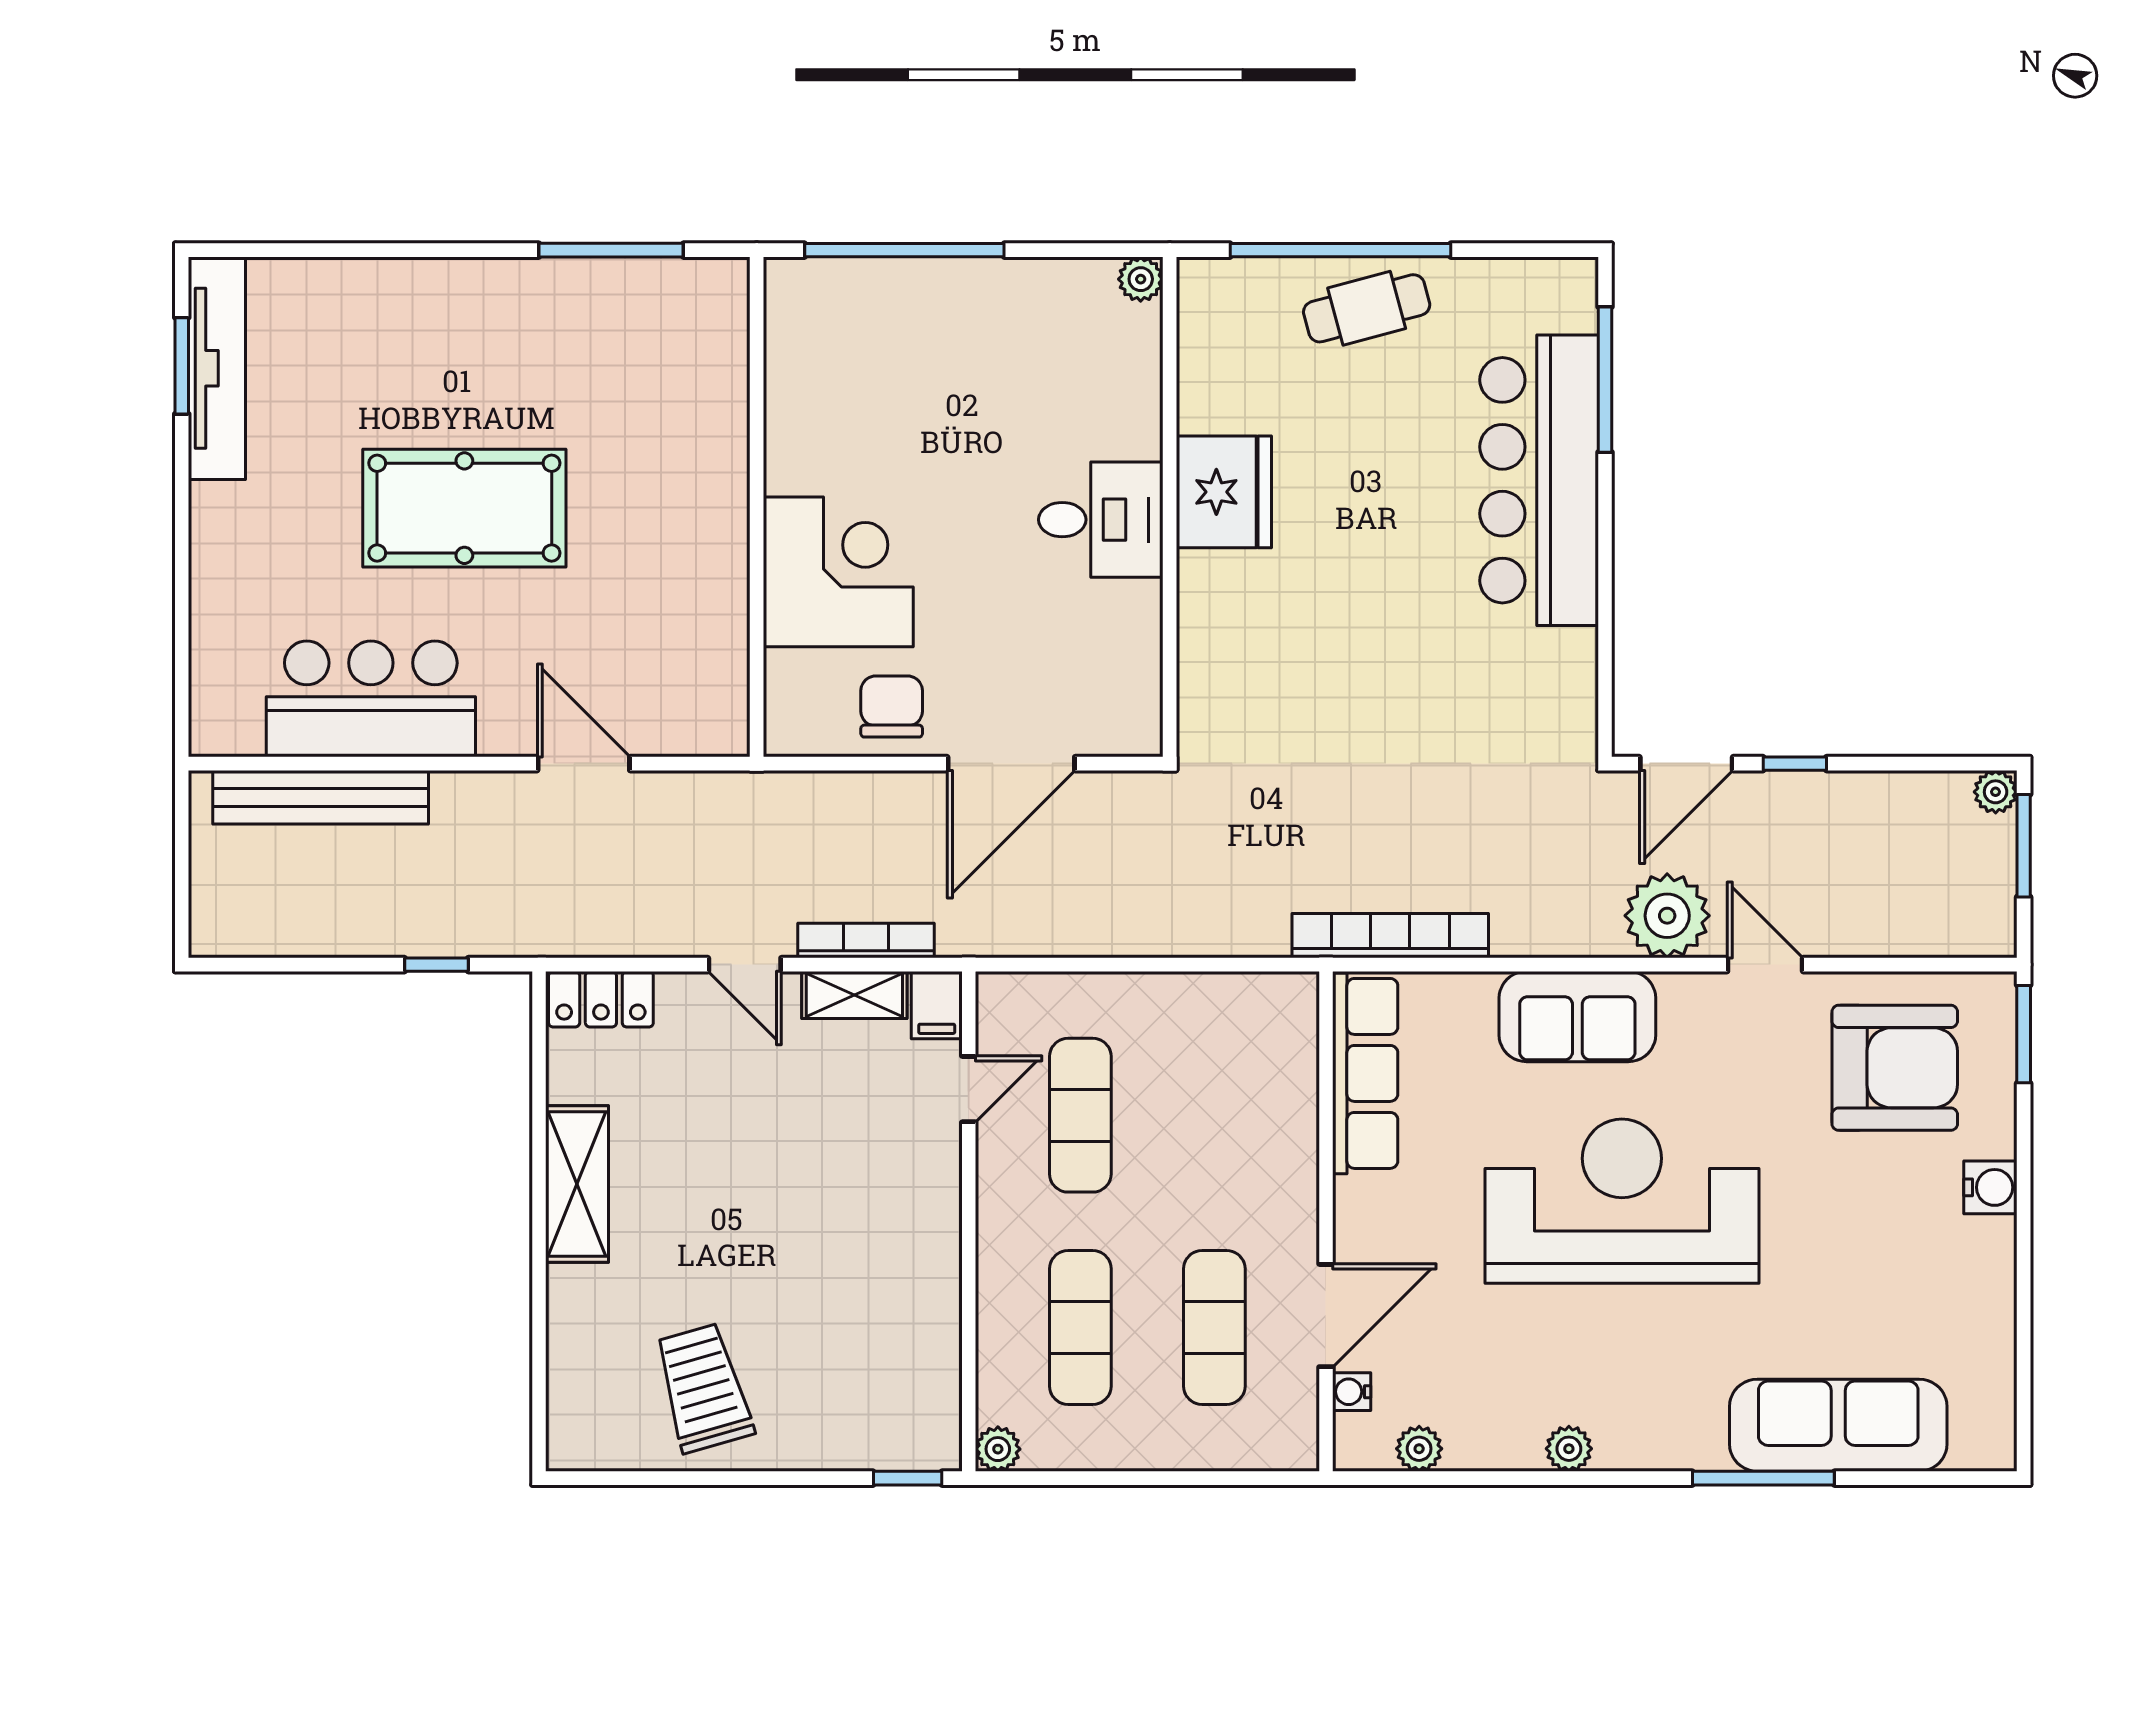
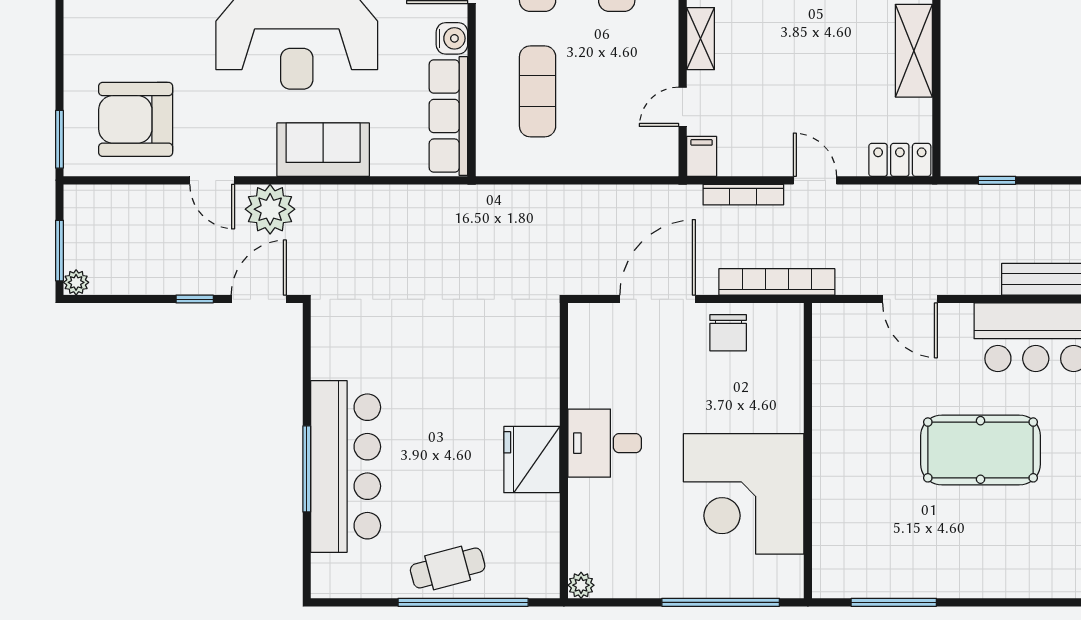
window: (1605, 380) -> (307, 469), moved
corner desk: (838, 572) -> (744, 494), moved, width x1.36, depth x1.36
bookcase: (1390, 936) -> (777, 282), moved, turned 180
shelving: (854, 995) -> (701, 39), moved, turned 90
exercise mat: (1080, 1115) -> (538, 91), moved
water cooler: (1990, 1187) -> (452, 38), moved, turned 180

